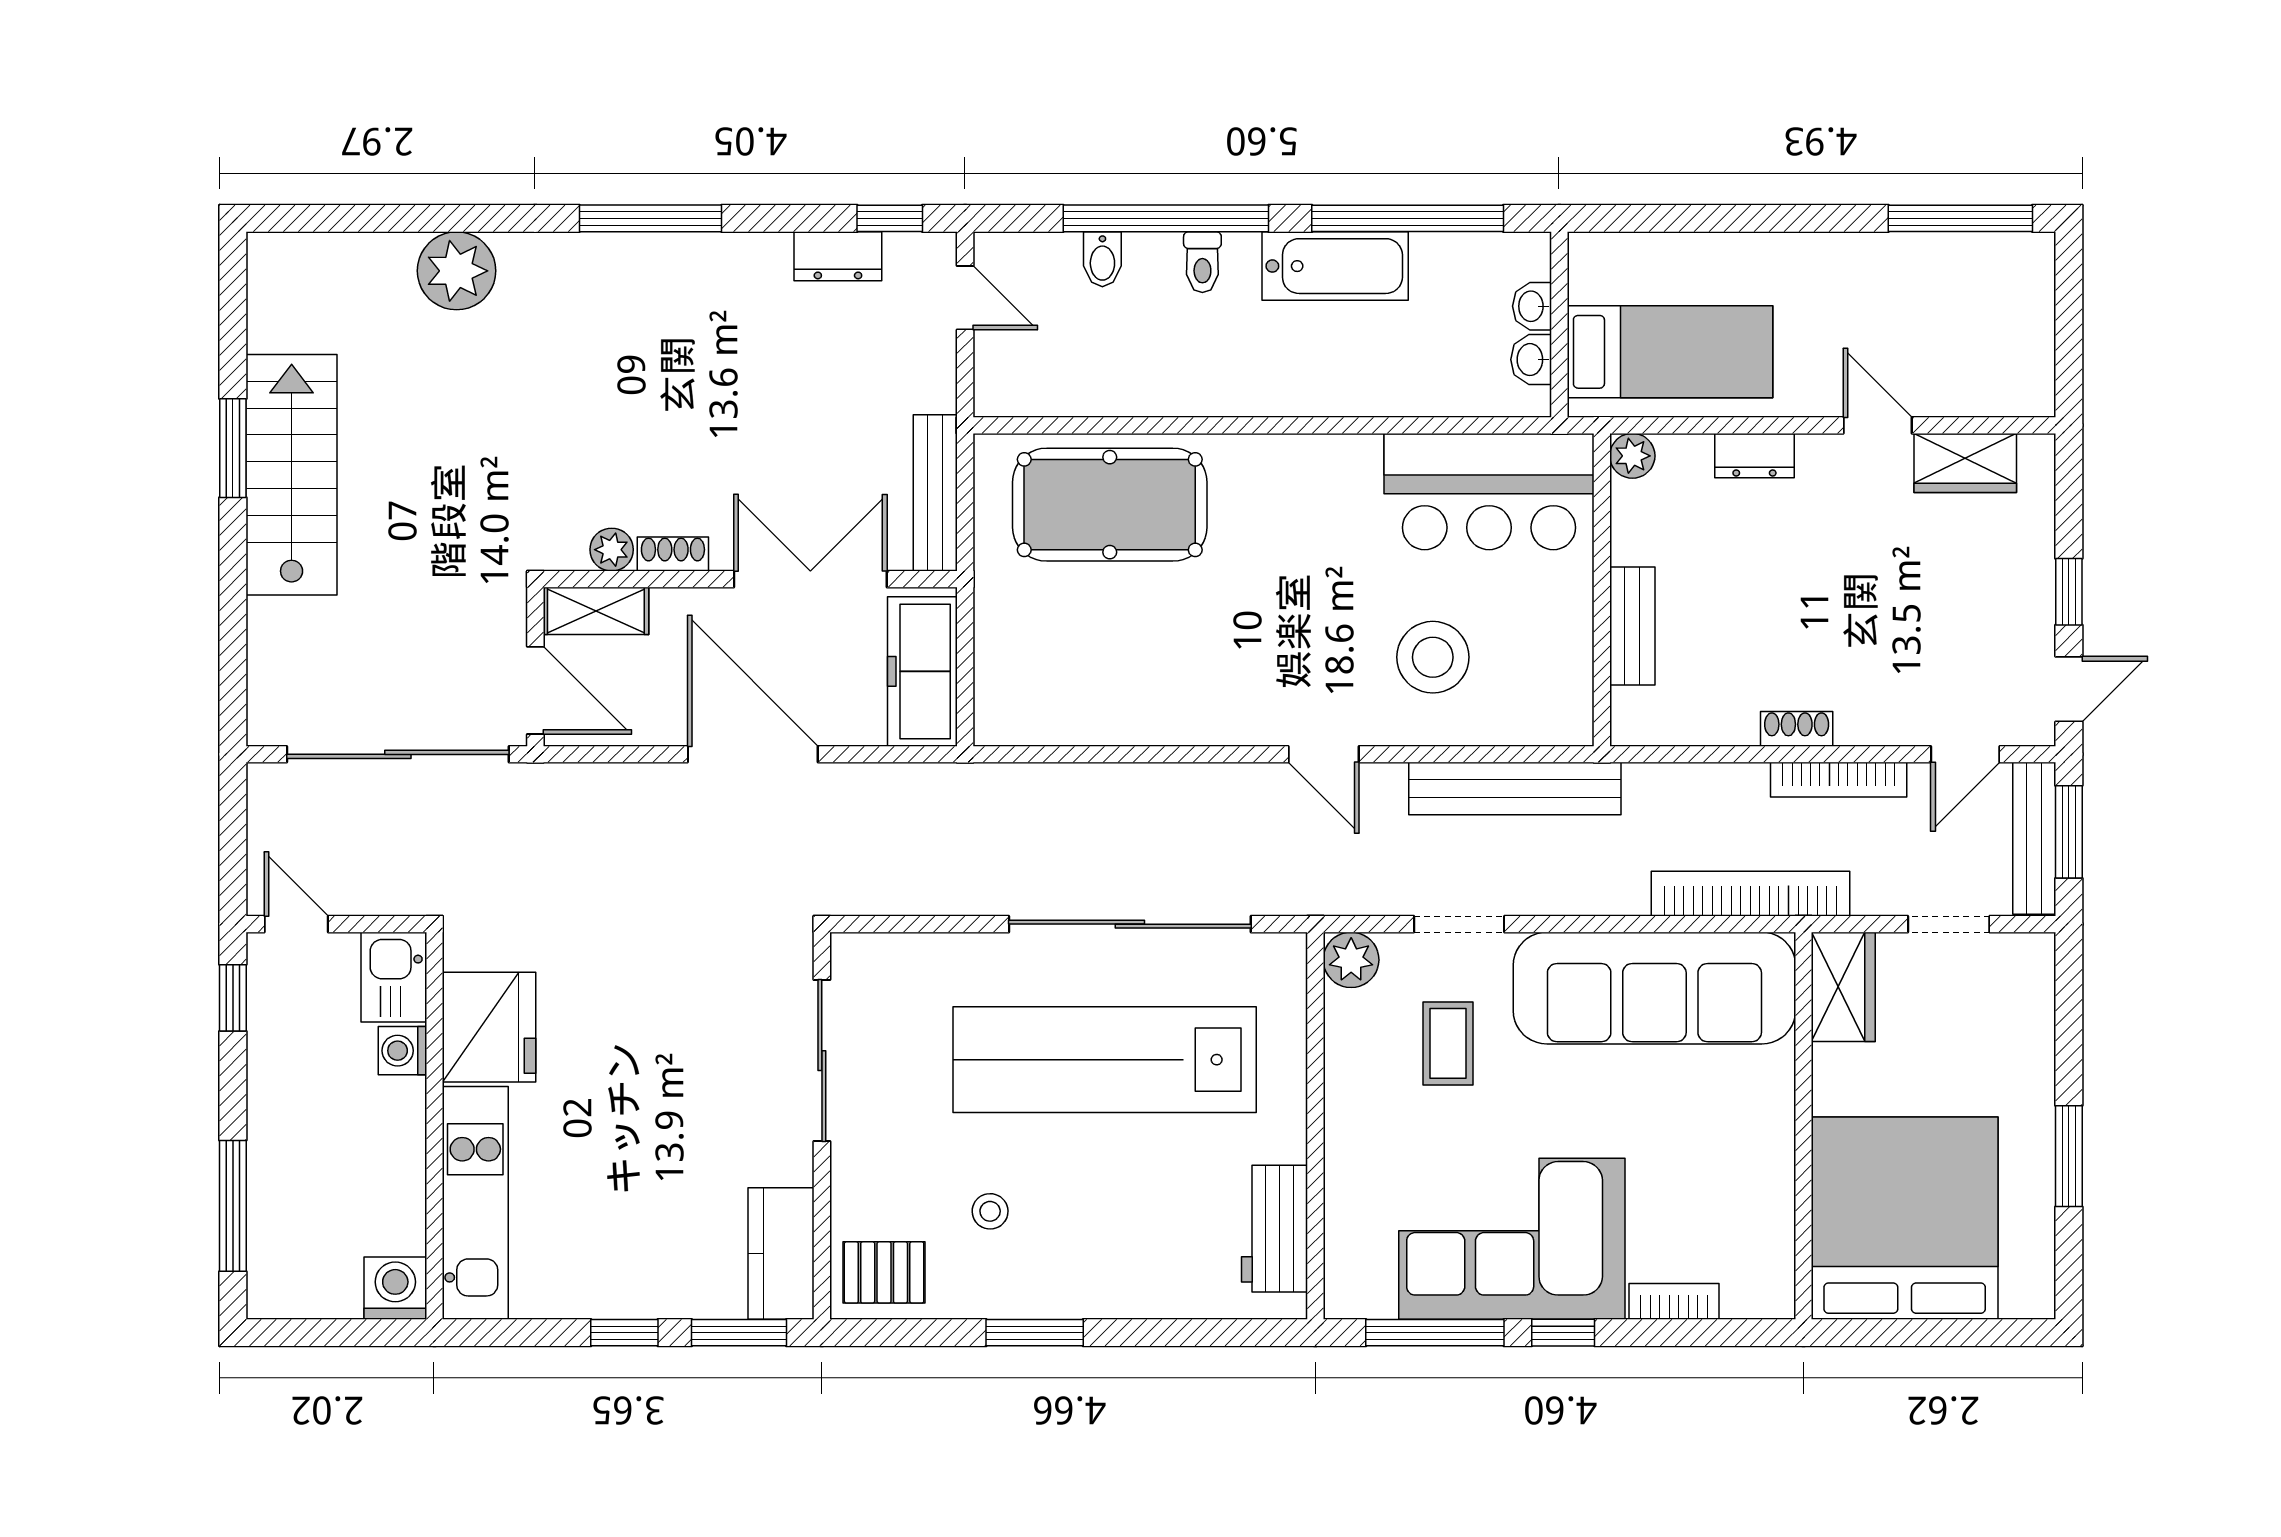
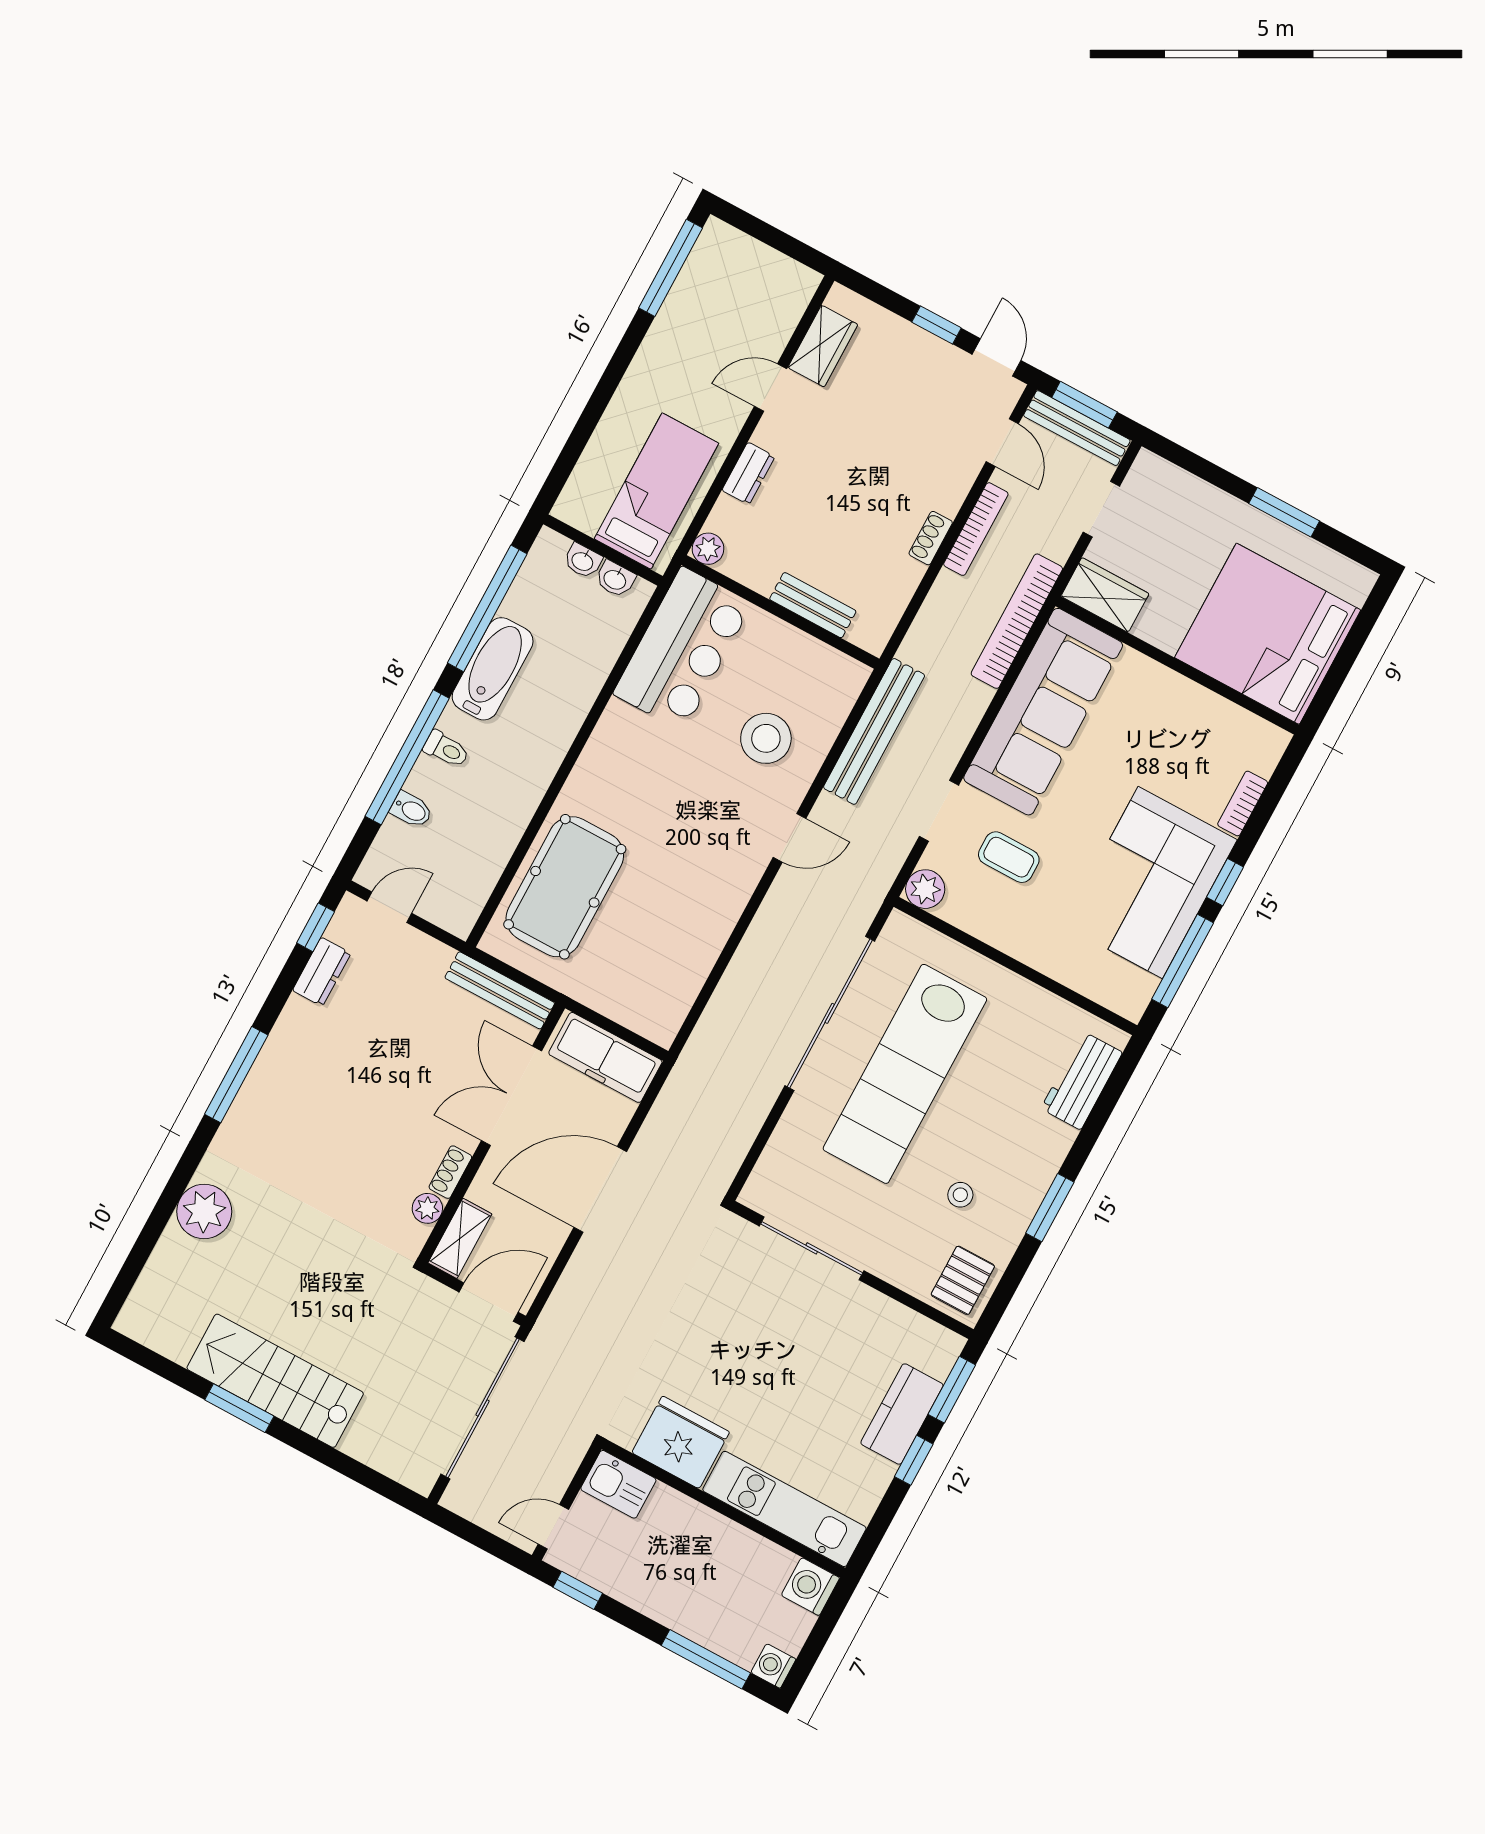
washing machine: (402, 1051) -> (773, 1666), moved, turned 90
workbench: (1274, 1229) -> (1082, 1080), moved, turned 90
kitchen counter: (781, 1254) -> (902, 1414), moved, turned 90

